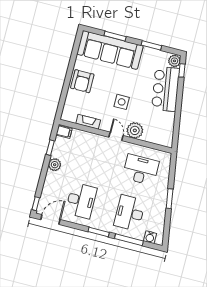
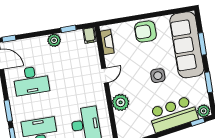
side table: (122, 102) -> (158, 76), moved
fireplace: (88, 122) -> (107, 42), moved
door: (116, 136) -> (105, 75), moved

